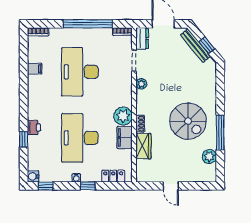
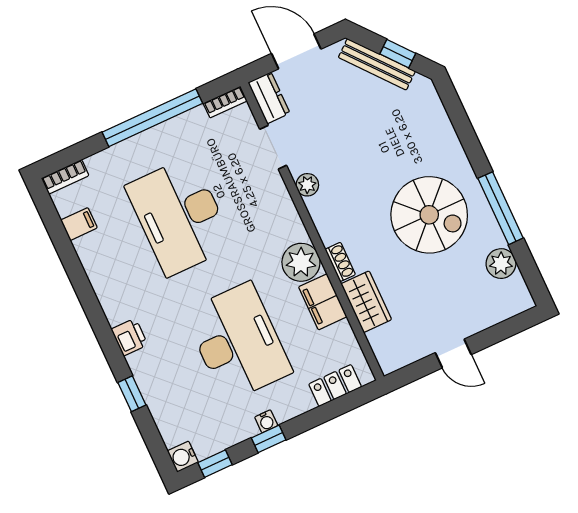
filing cabinet: (35, 69) -> (79, 224), moved
printer: (34, 127) -> (129, 337), moved
desk: (80, 138) -> (238, 342), turned 180
window: (88, 186) -> (269, 439), moved

